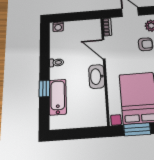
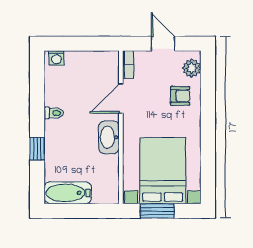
door: (104, 49) -> (121, 98), hinge flipped
bathtub: (58, 97) -> (68, 193), moved, turned -90

